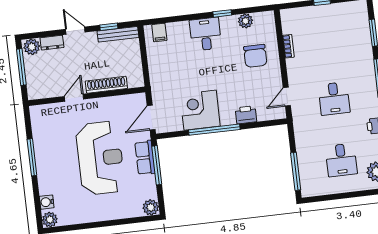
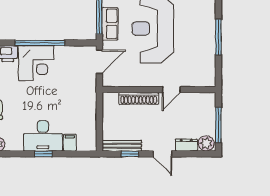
window: (222, 13) -> (43, 154), moved
filing cabinet: (159, 33) -> (70, 143), moved
desk: (205, 34) -> (43, 136), width x1.37
corner desk: (200, 110) -> (36, 63), moved

